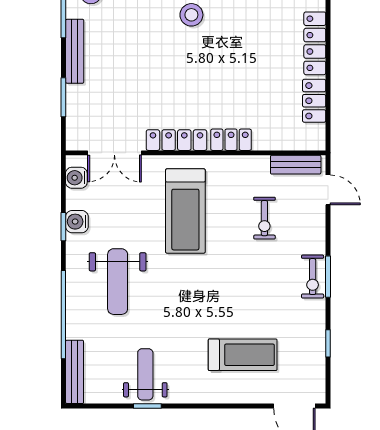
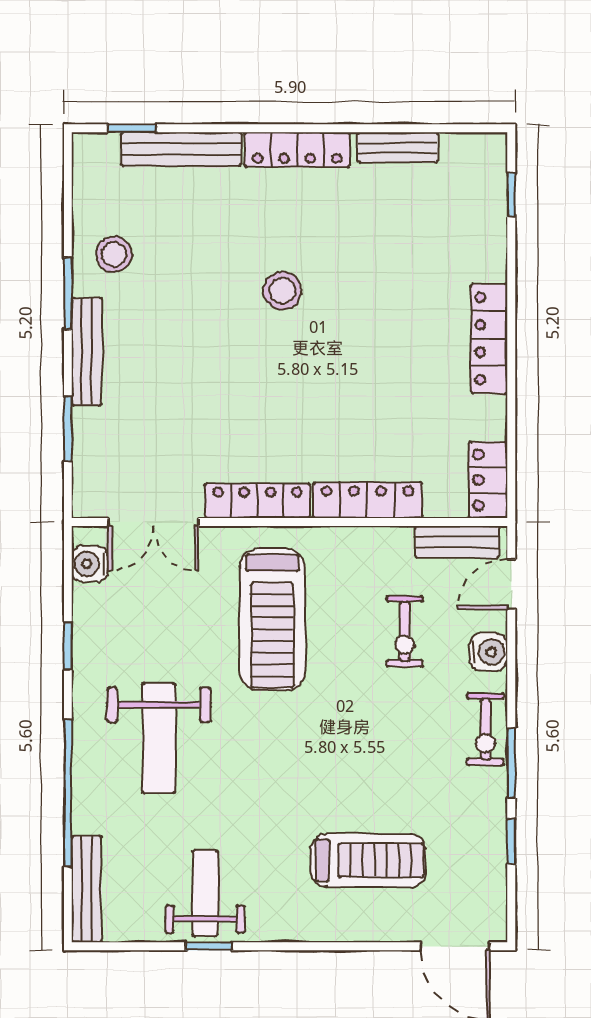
locker: (314, 101) -> (488, 480), moved
locker: (231, 140) -> (368, 500), width x1.53
door: (328, 190) -> (511, 584), swing flipped
water cooler: (77, 222) -> (489, 652), moved, turned 180
window: (328, 277) -> (511, 763), moved

